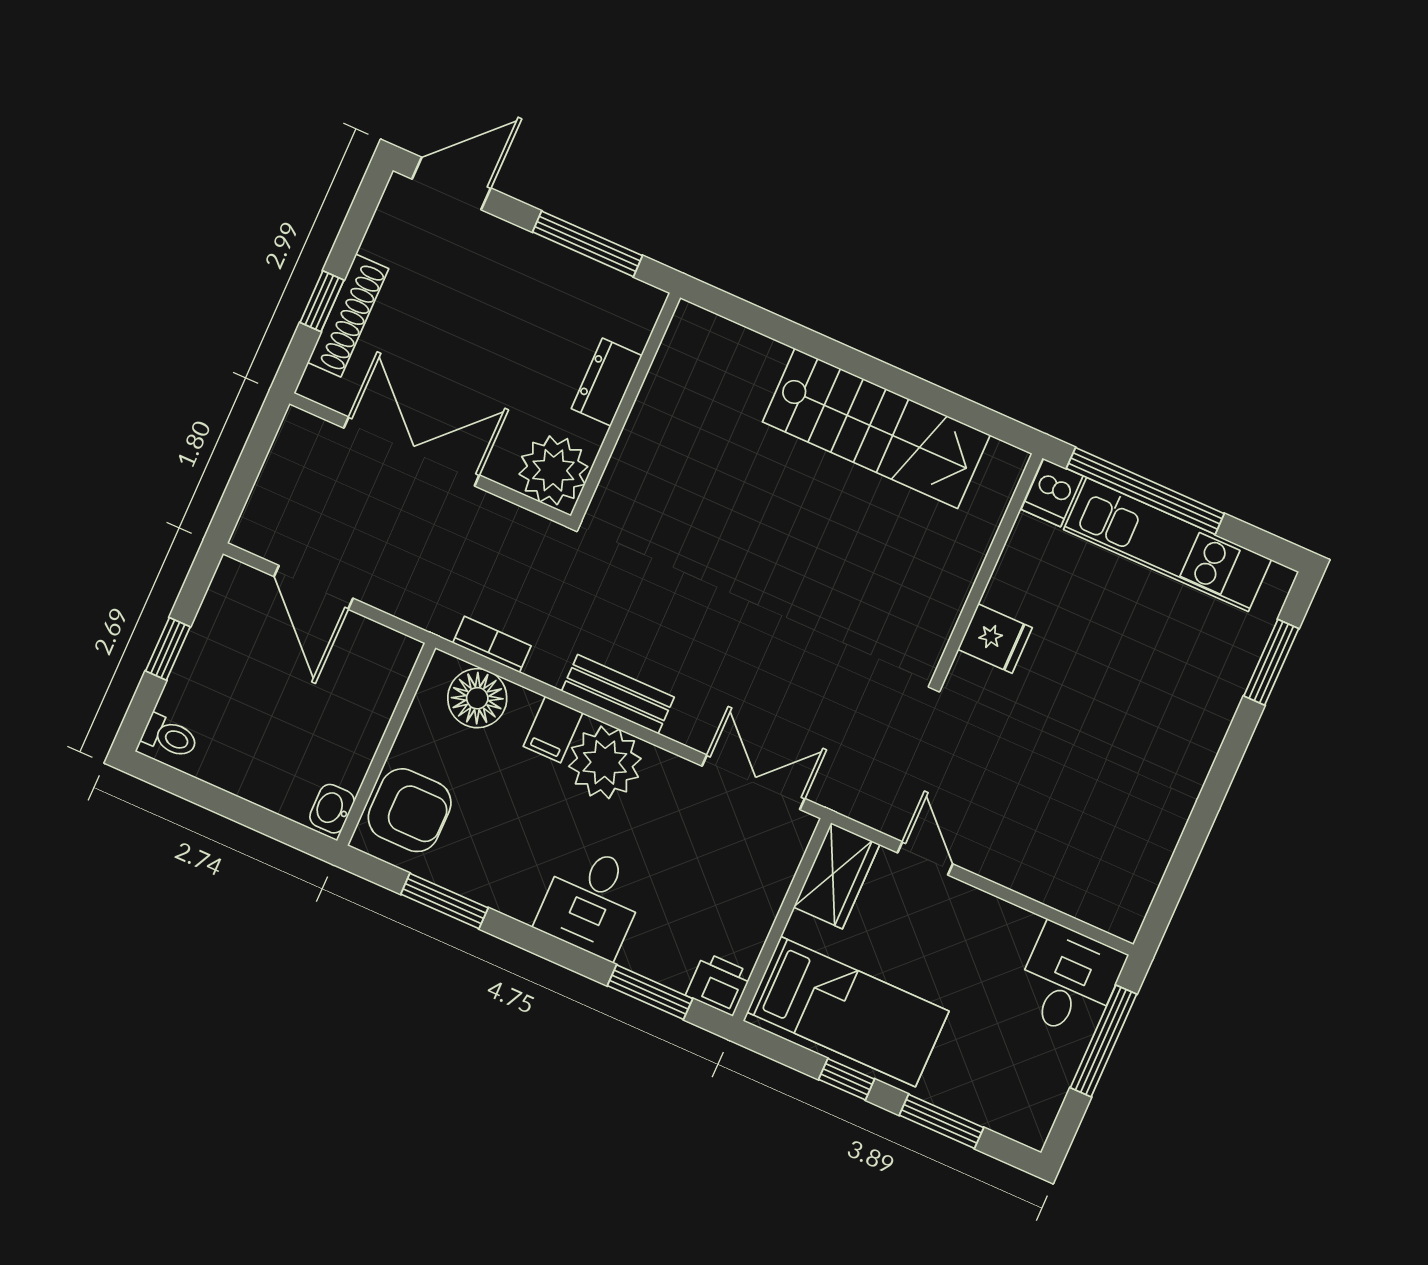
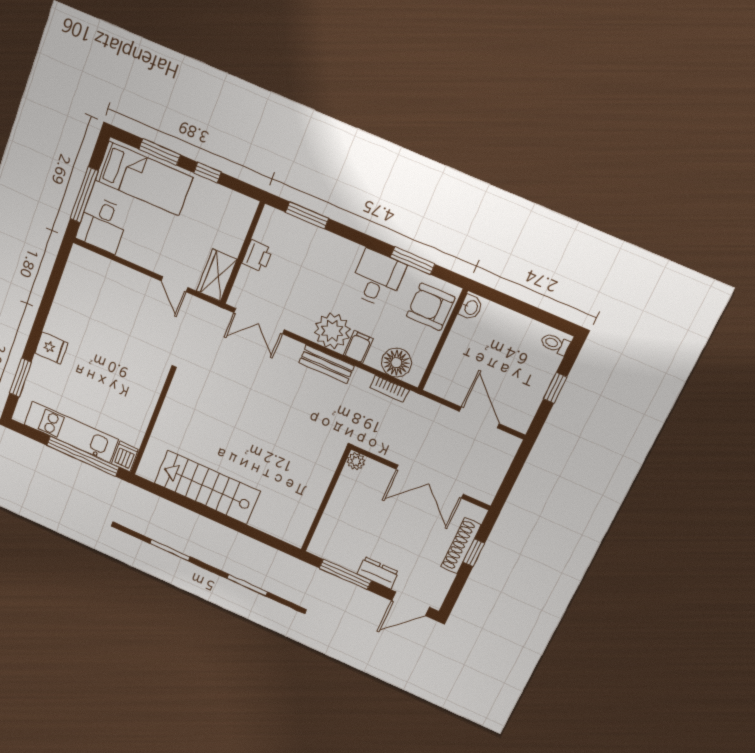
dresser: (607, 382) -> (378, 573), moved, turned -90
plant: (553, 470) -> (356, 461), width x0.53, depth x0.53
fridge: (995, 638) -> (51, 348), moved, turned 180
desk: (592, 901) -> (377, 278), moved
printer: (719, 984) -> (257, 256), moved, turned -90
bed: (848, 1012) -> (144, 179), moved, turned 180

